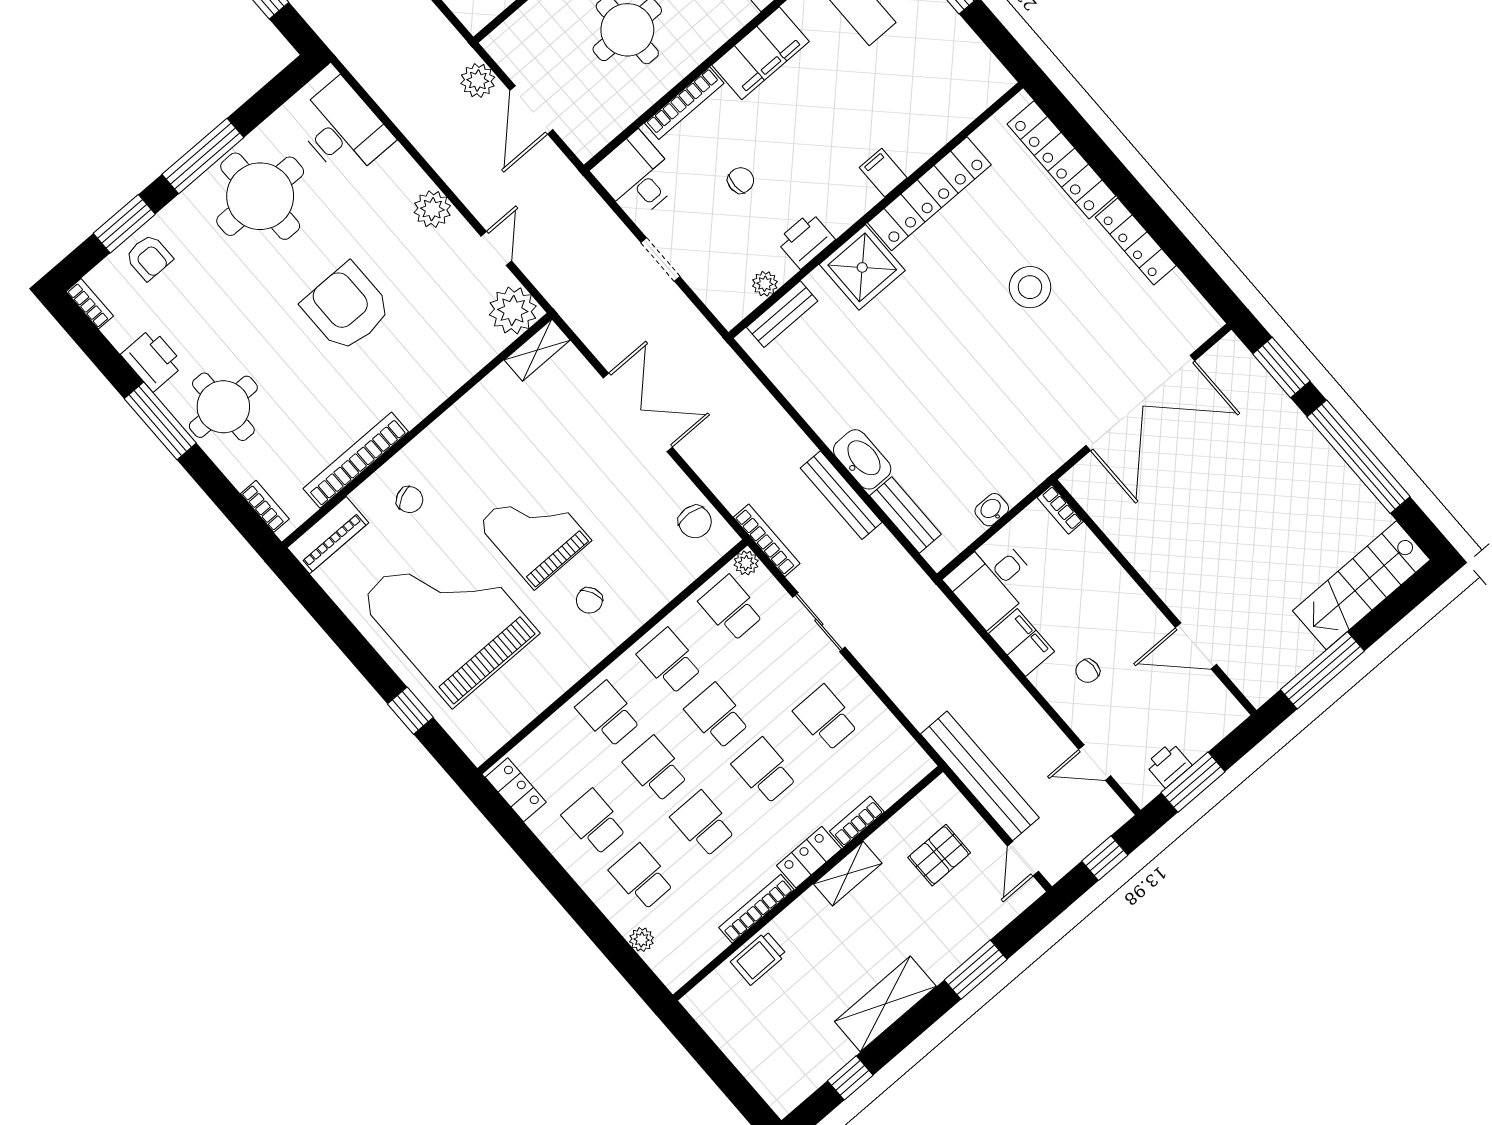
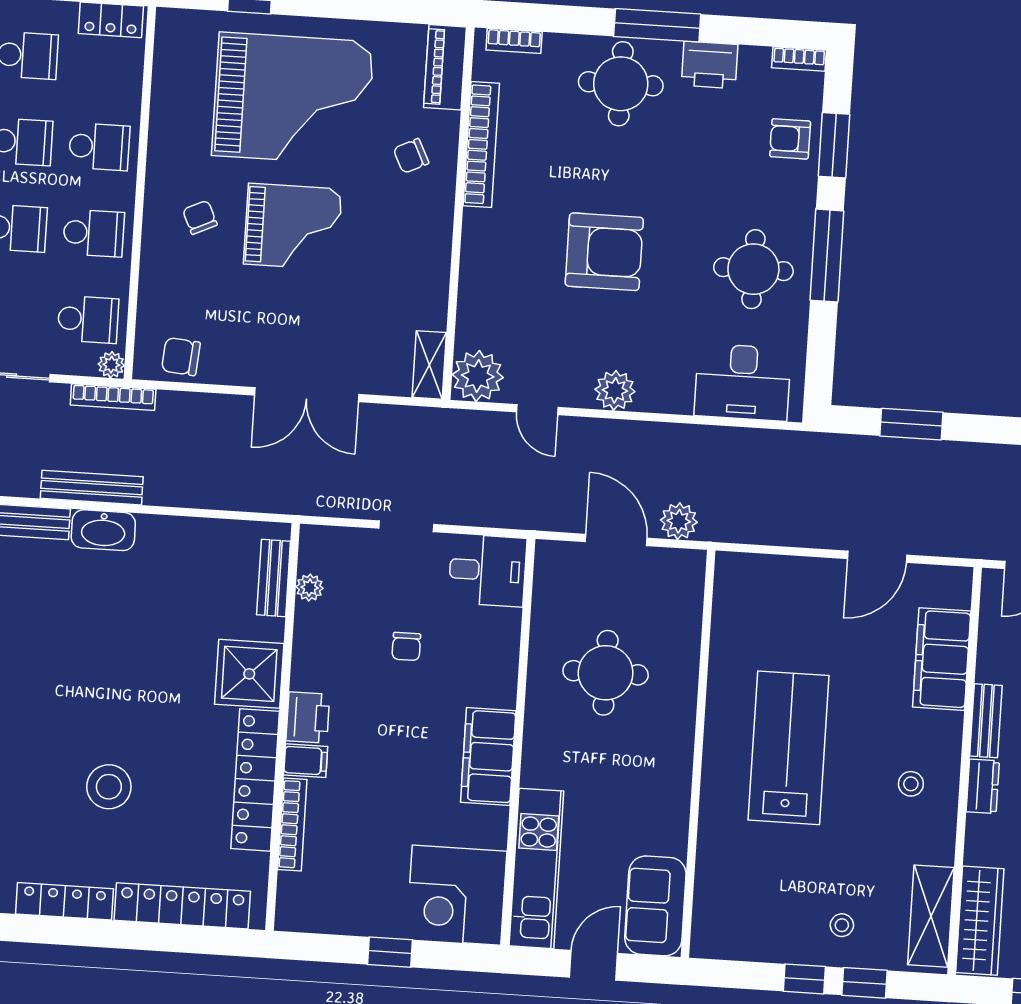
bookcase: (684, 103) -> (292, 824), moved, turned 180
round table: (260, 196) -> (753, 269), width x0.73, depth x0.73
printer: (806, 240) -> (308, 718), moved

